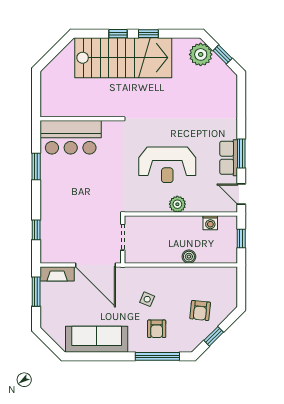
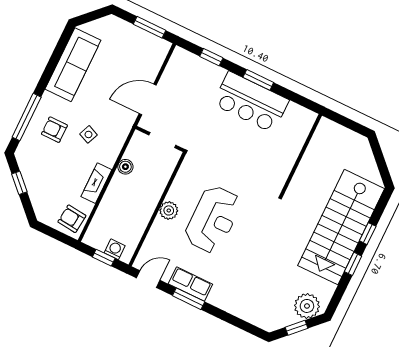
bar counter: (71, 137) -> (251, 102), moved, turned -90
reception desk: (167, 165) -> (213, 219), turned 180
window: (36, 167) -> (258, 80), moved
washing machine: (210, 223) -> (115, 249), moved, turned 90
boiler: (189, 257) -> (125, 167), moved
door: (95, 265) -> (148, 99), width x0.73
fireplace: (57, 274) -> (96, 183), moved
armchair: (200, 310) -> (72, 219), moved

